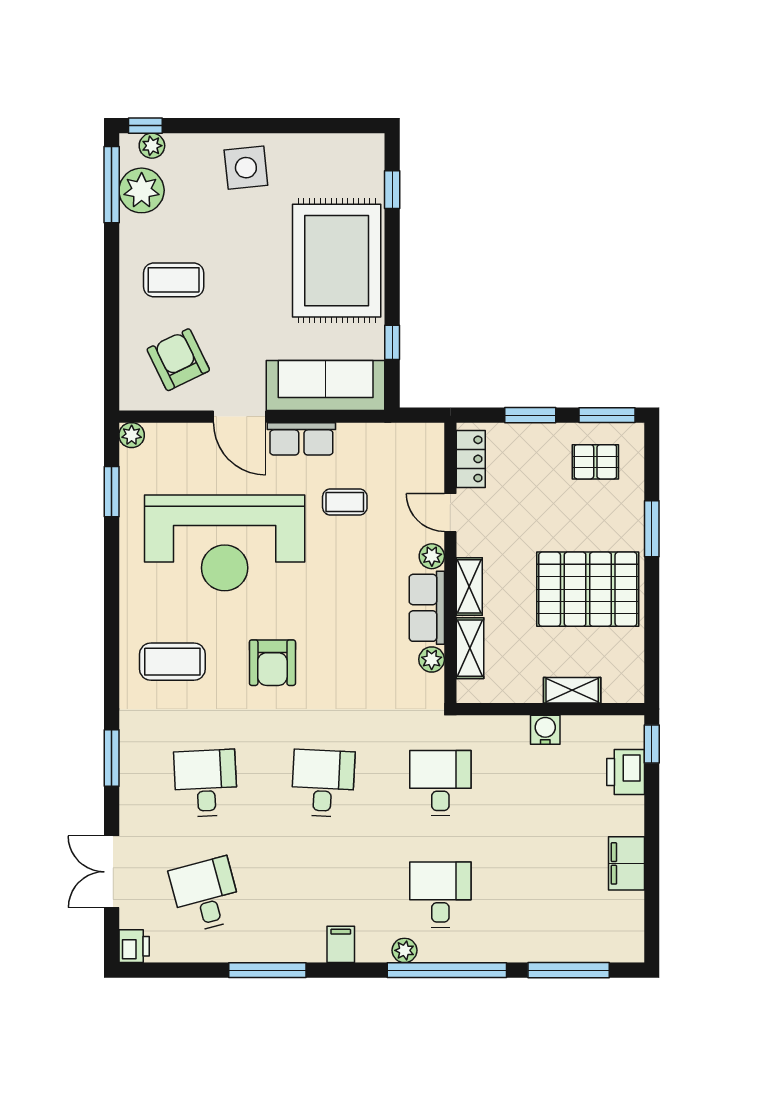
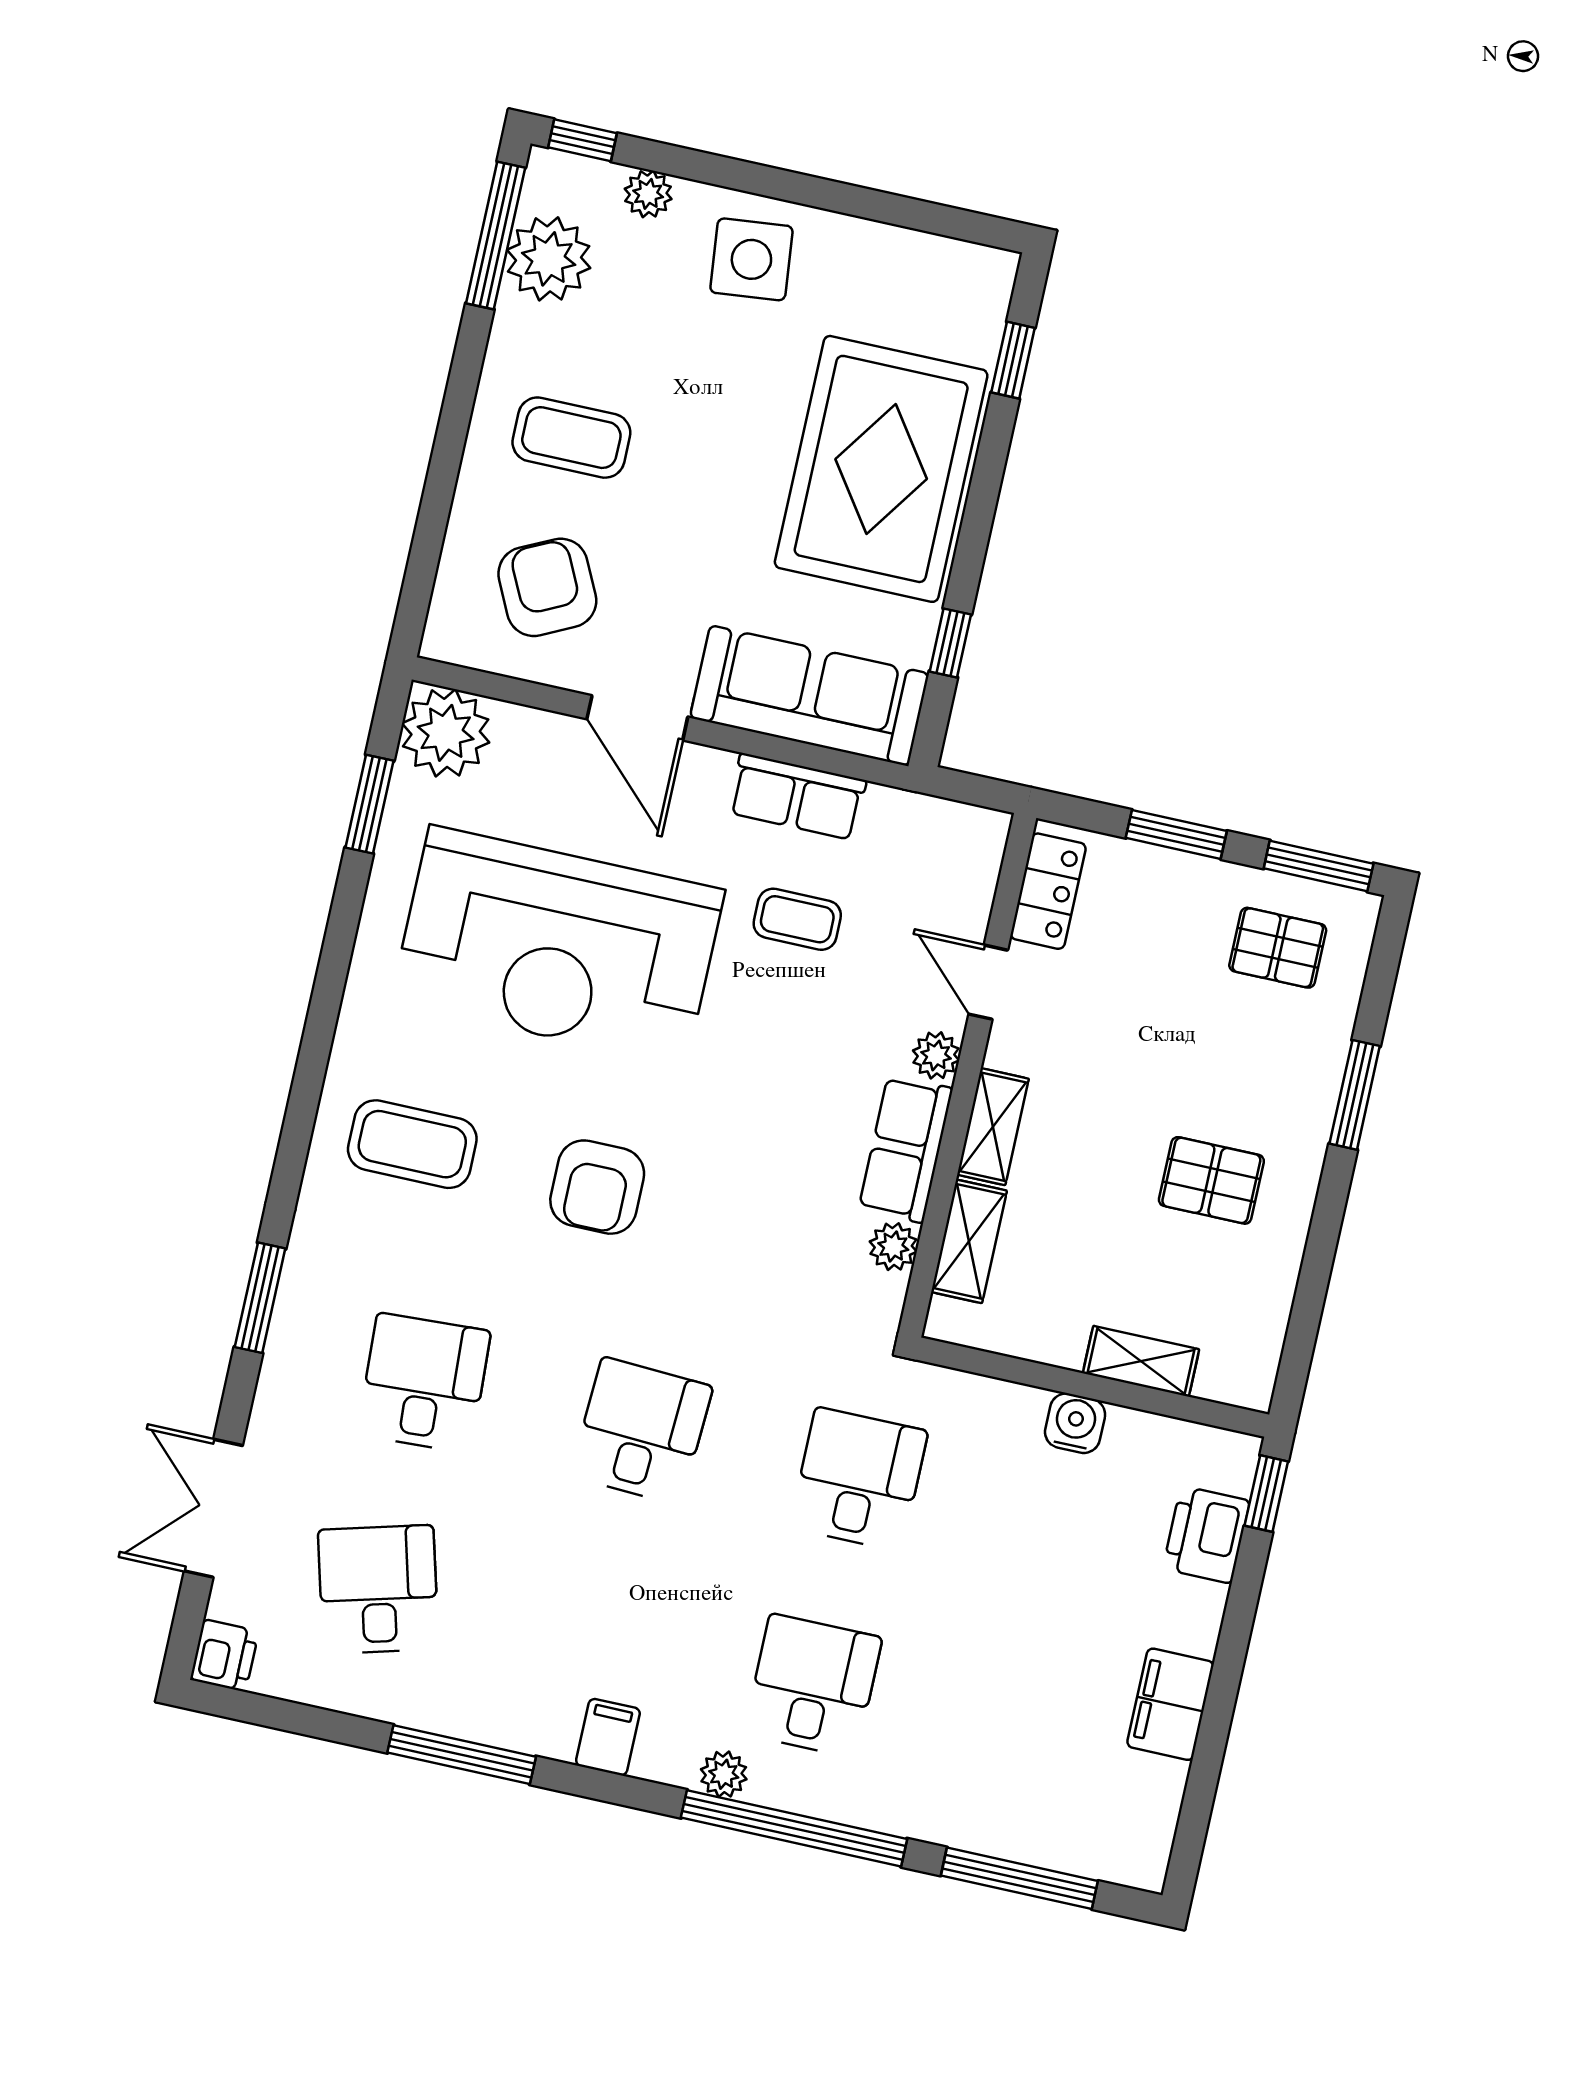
plant: (152, 146) -> (648, 194), moved
plant: (132, 435) -> (446, 733), width x1.88, depth x1.88
row of seats: (301, 439) -> (797, 797), moved
pallet: (588, 589) -> (1211, 1180), width x0.49, depth x0.50

